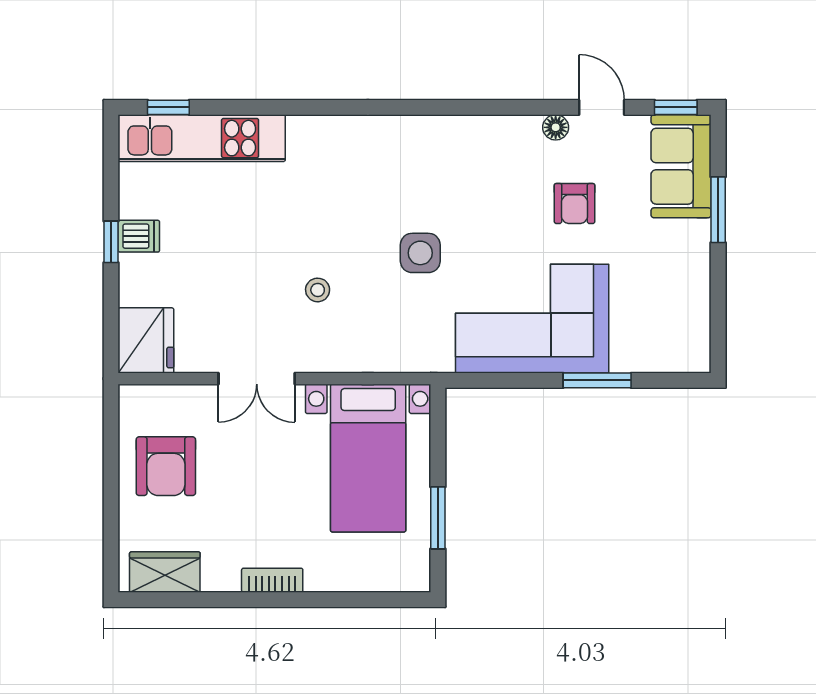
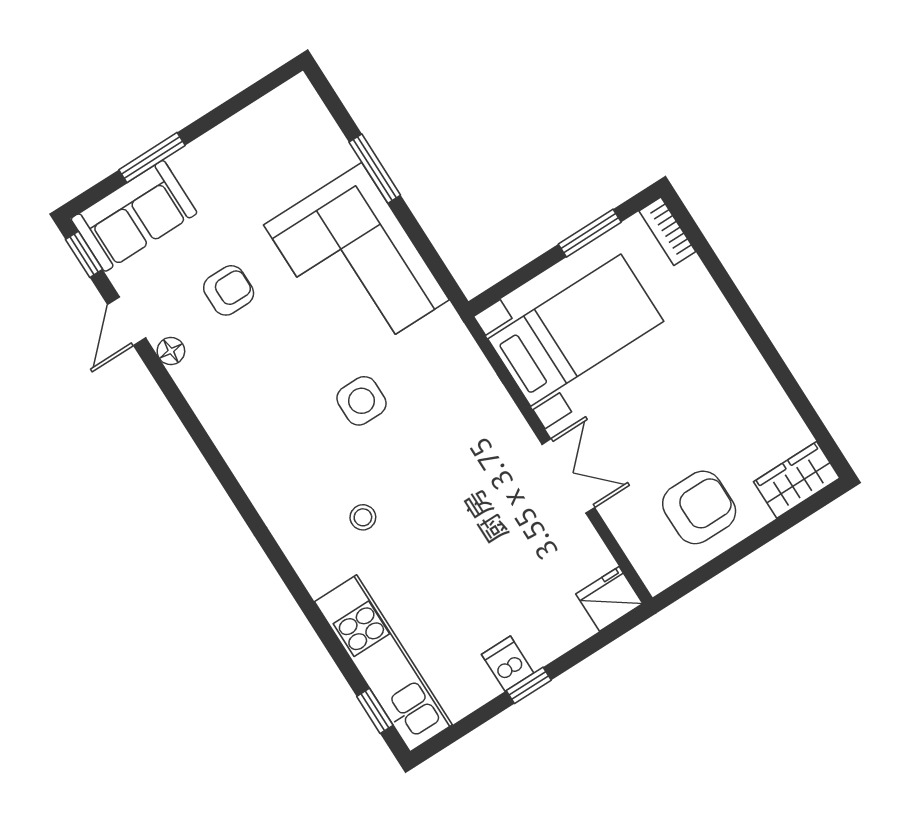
stool: (318, 290) -> (363, 517), moved
fridge: (146, 340) -> (609, 599), width x0.73, depth x0.75
wardrobe: (165, 572) -> (797, 480), moved, turned 90
bookcase: (272, 580) -> (667, 231), moved

